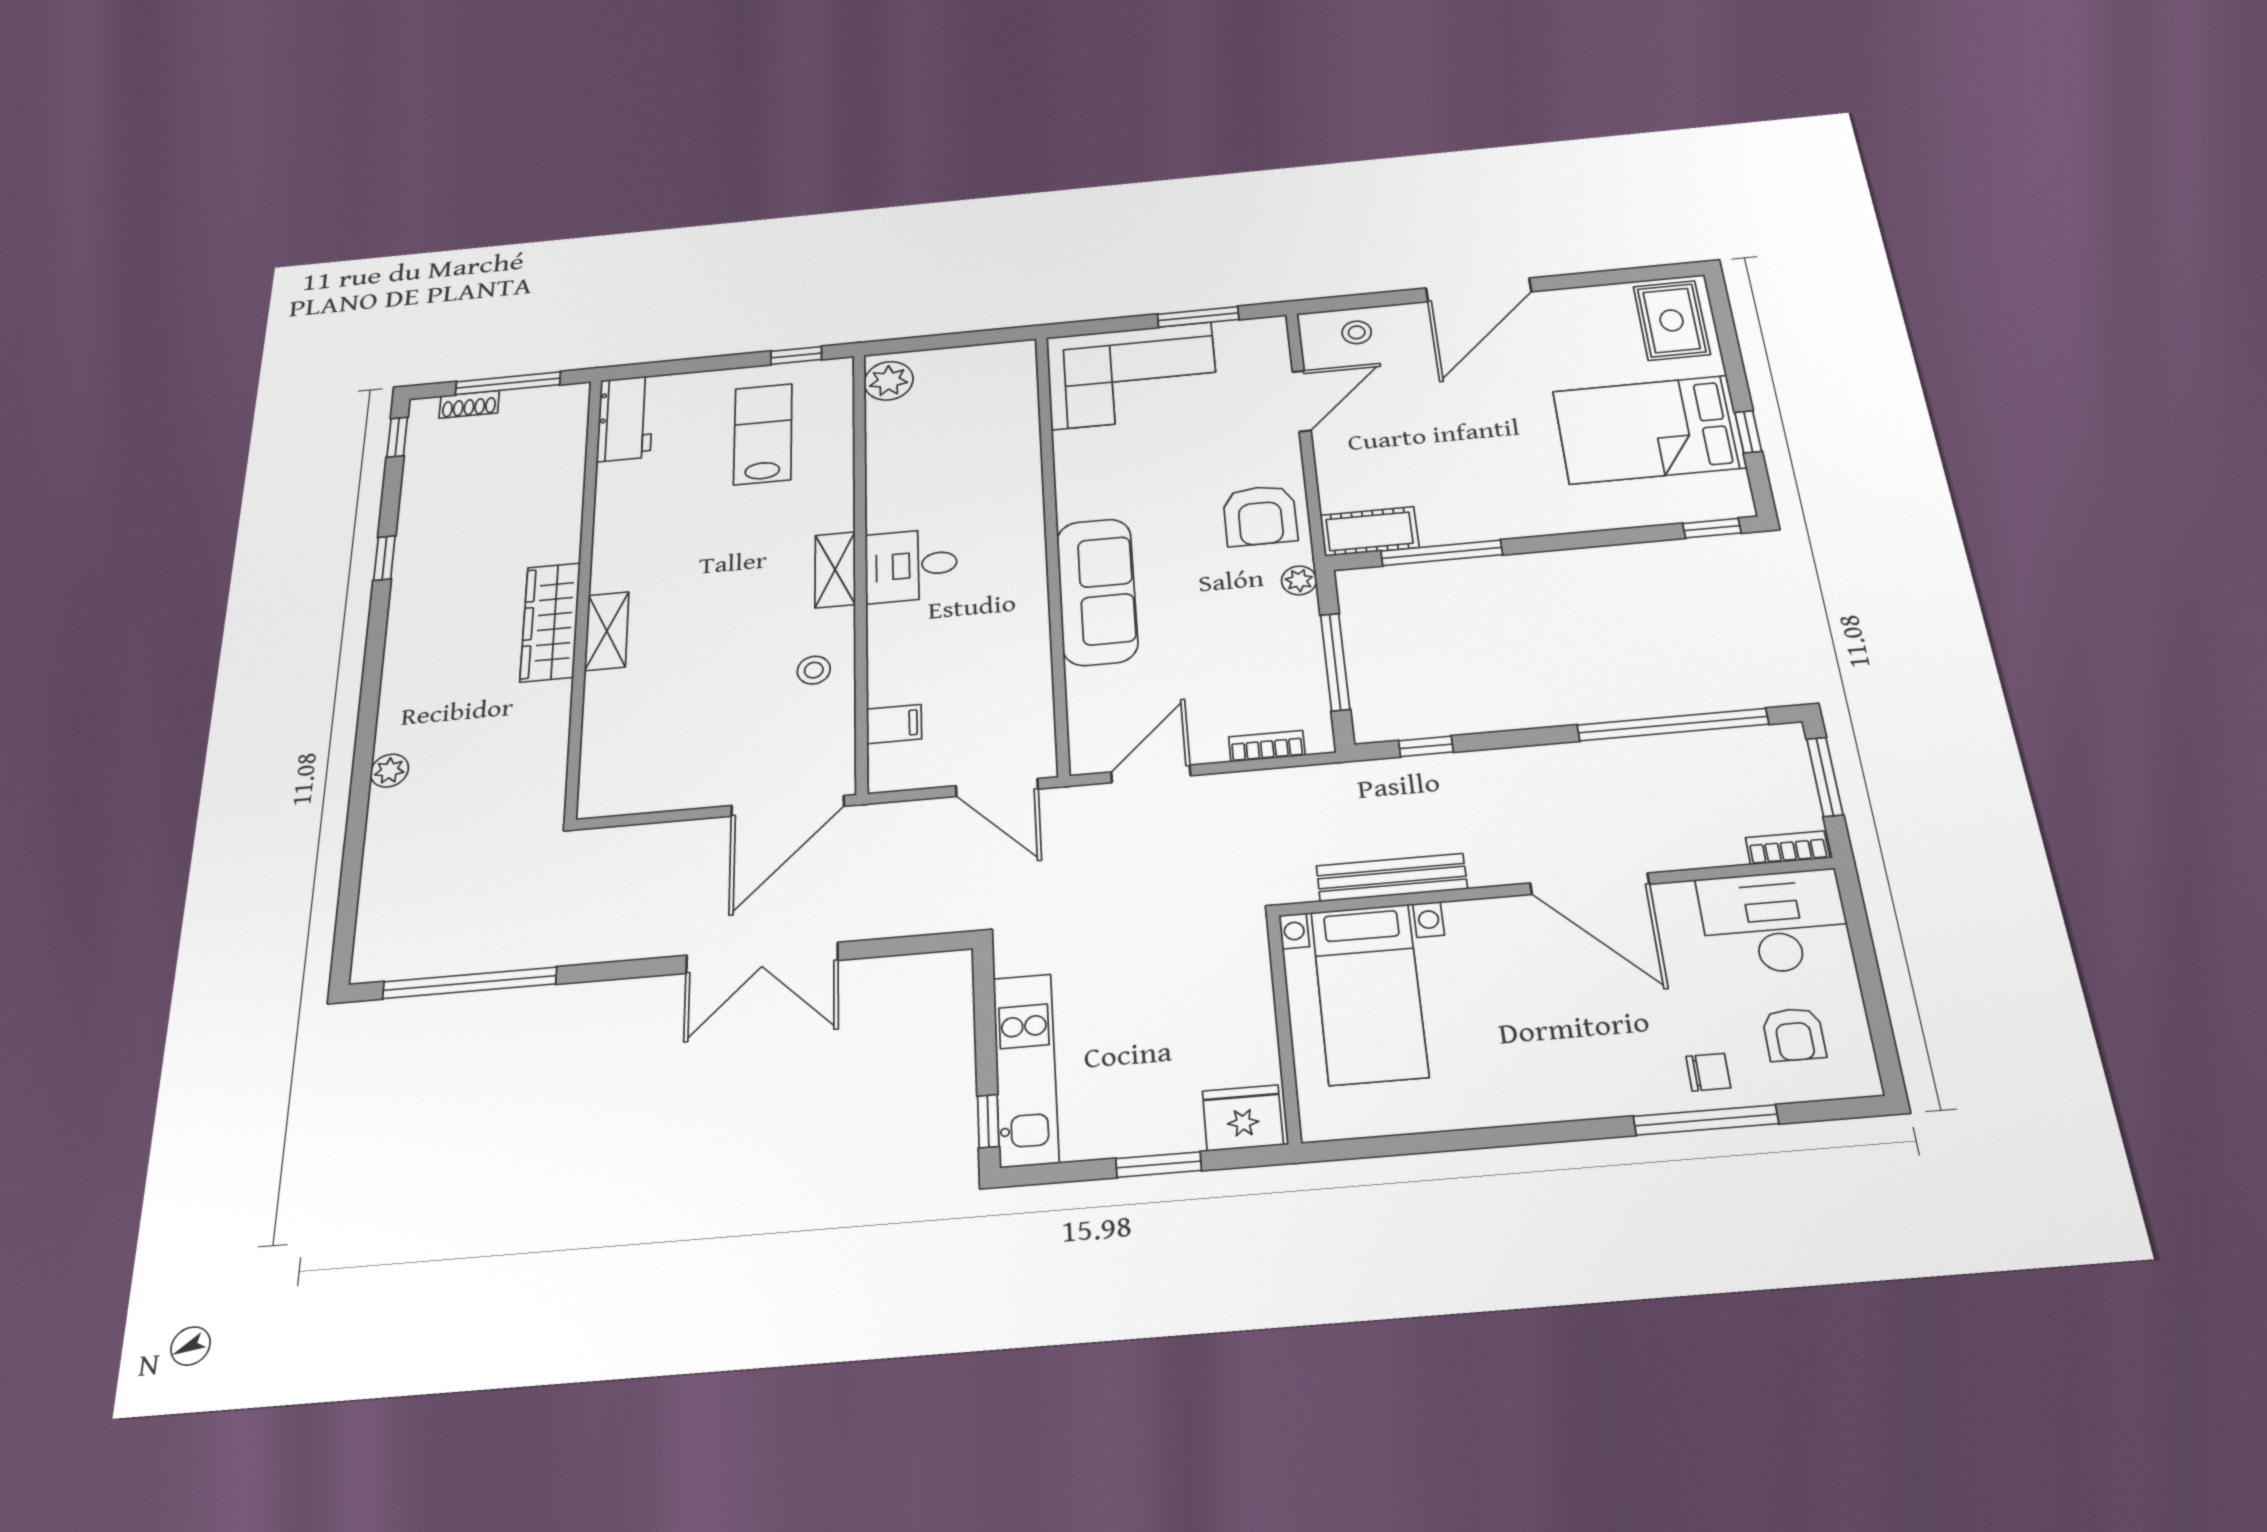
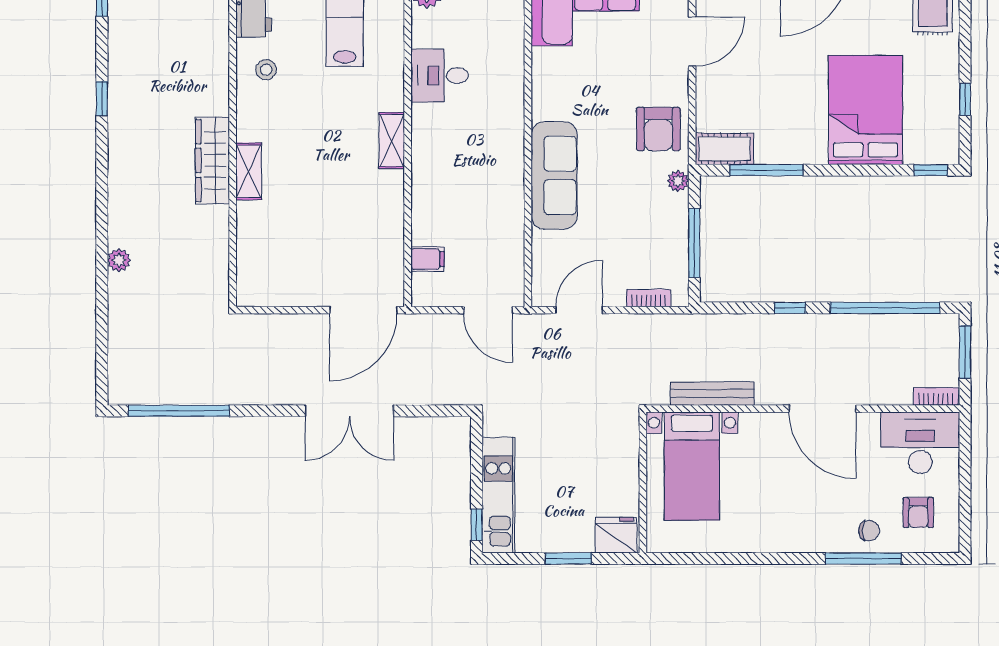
bed: (1649, 429) -> (865, 110), moved, turned 90
desk: (911, 565) -> (440, 76), moved
stool: (814, 670) -> (266, 70), moved
window: (1426, 746) -> (790, 308), moved

